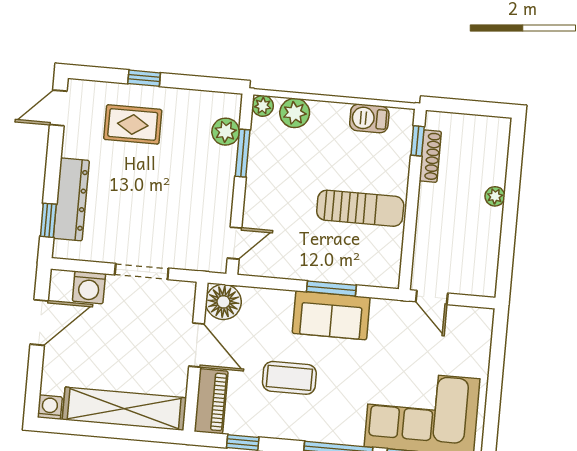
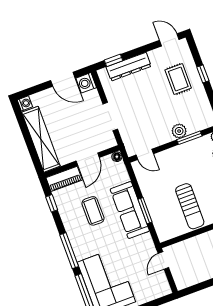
plant: (226, 132) -> (179, 131), moved
washing machine: (89, 287) -> (86, 83), moved
floor lamp: (223, 302) -> (117, 157), width x0.53, depth x0.53
sofa: (331, 315) -> (130, 210), width x1.36

